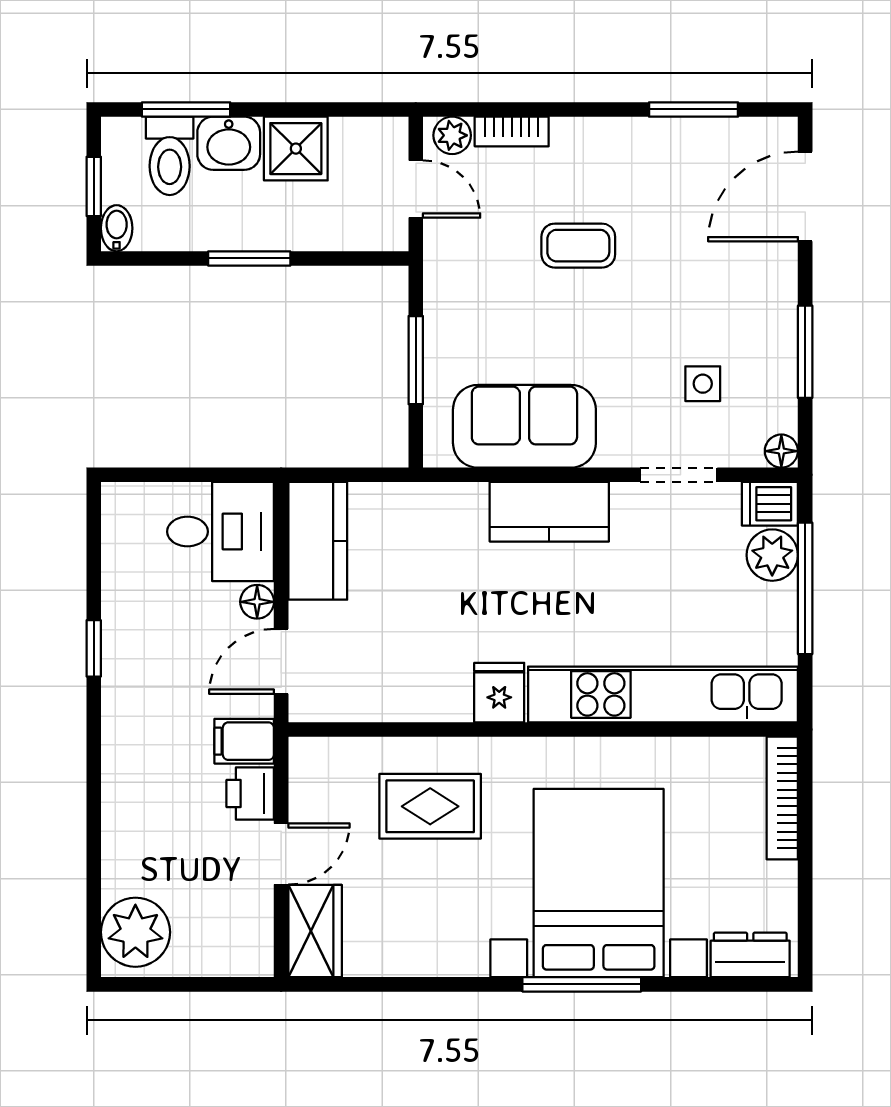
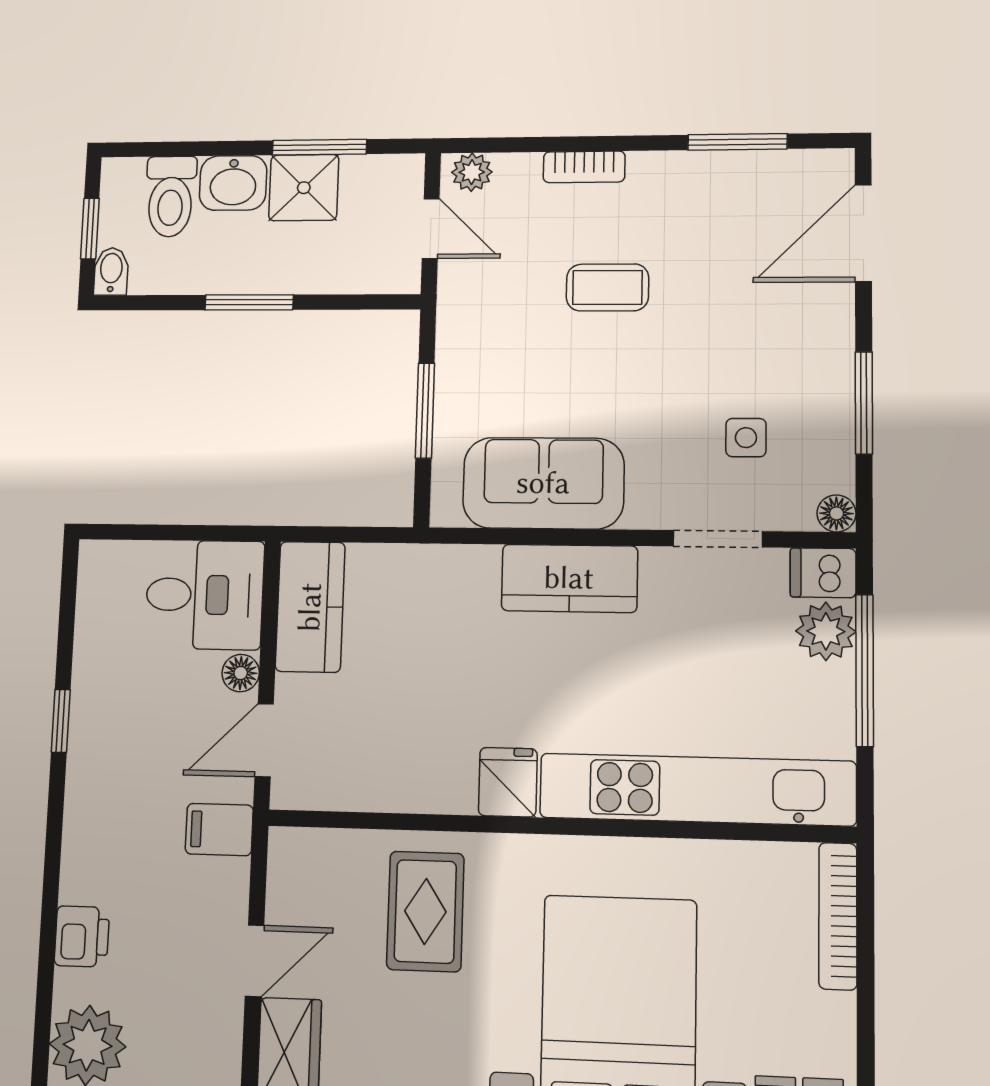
window: (186, 109) -> (319, 147), moved
bookcase: (512, 131) -> (584, 167), moved
printer: (250, 794) -> (82, 936), moved, turned 180
rug: (430, 806) -> (425, 911), turned 90

